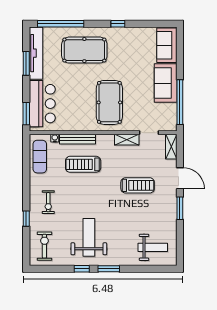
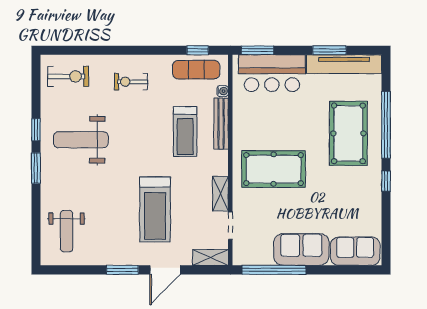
window: (61, 24) -> (386, 125), moved
treadmill: (83, 164) -> (185, 131), turned 180
treadmill: (138, 185) -> (155, 209), width x1.37, depth x1.38
window: (26, 219) -> (198, 50), moved
weight bench: (89, 237) -> (81, 140), turned 180

